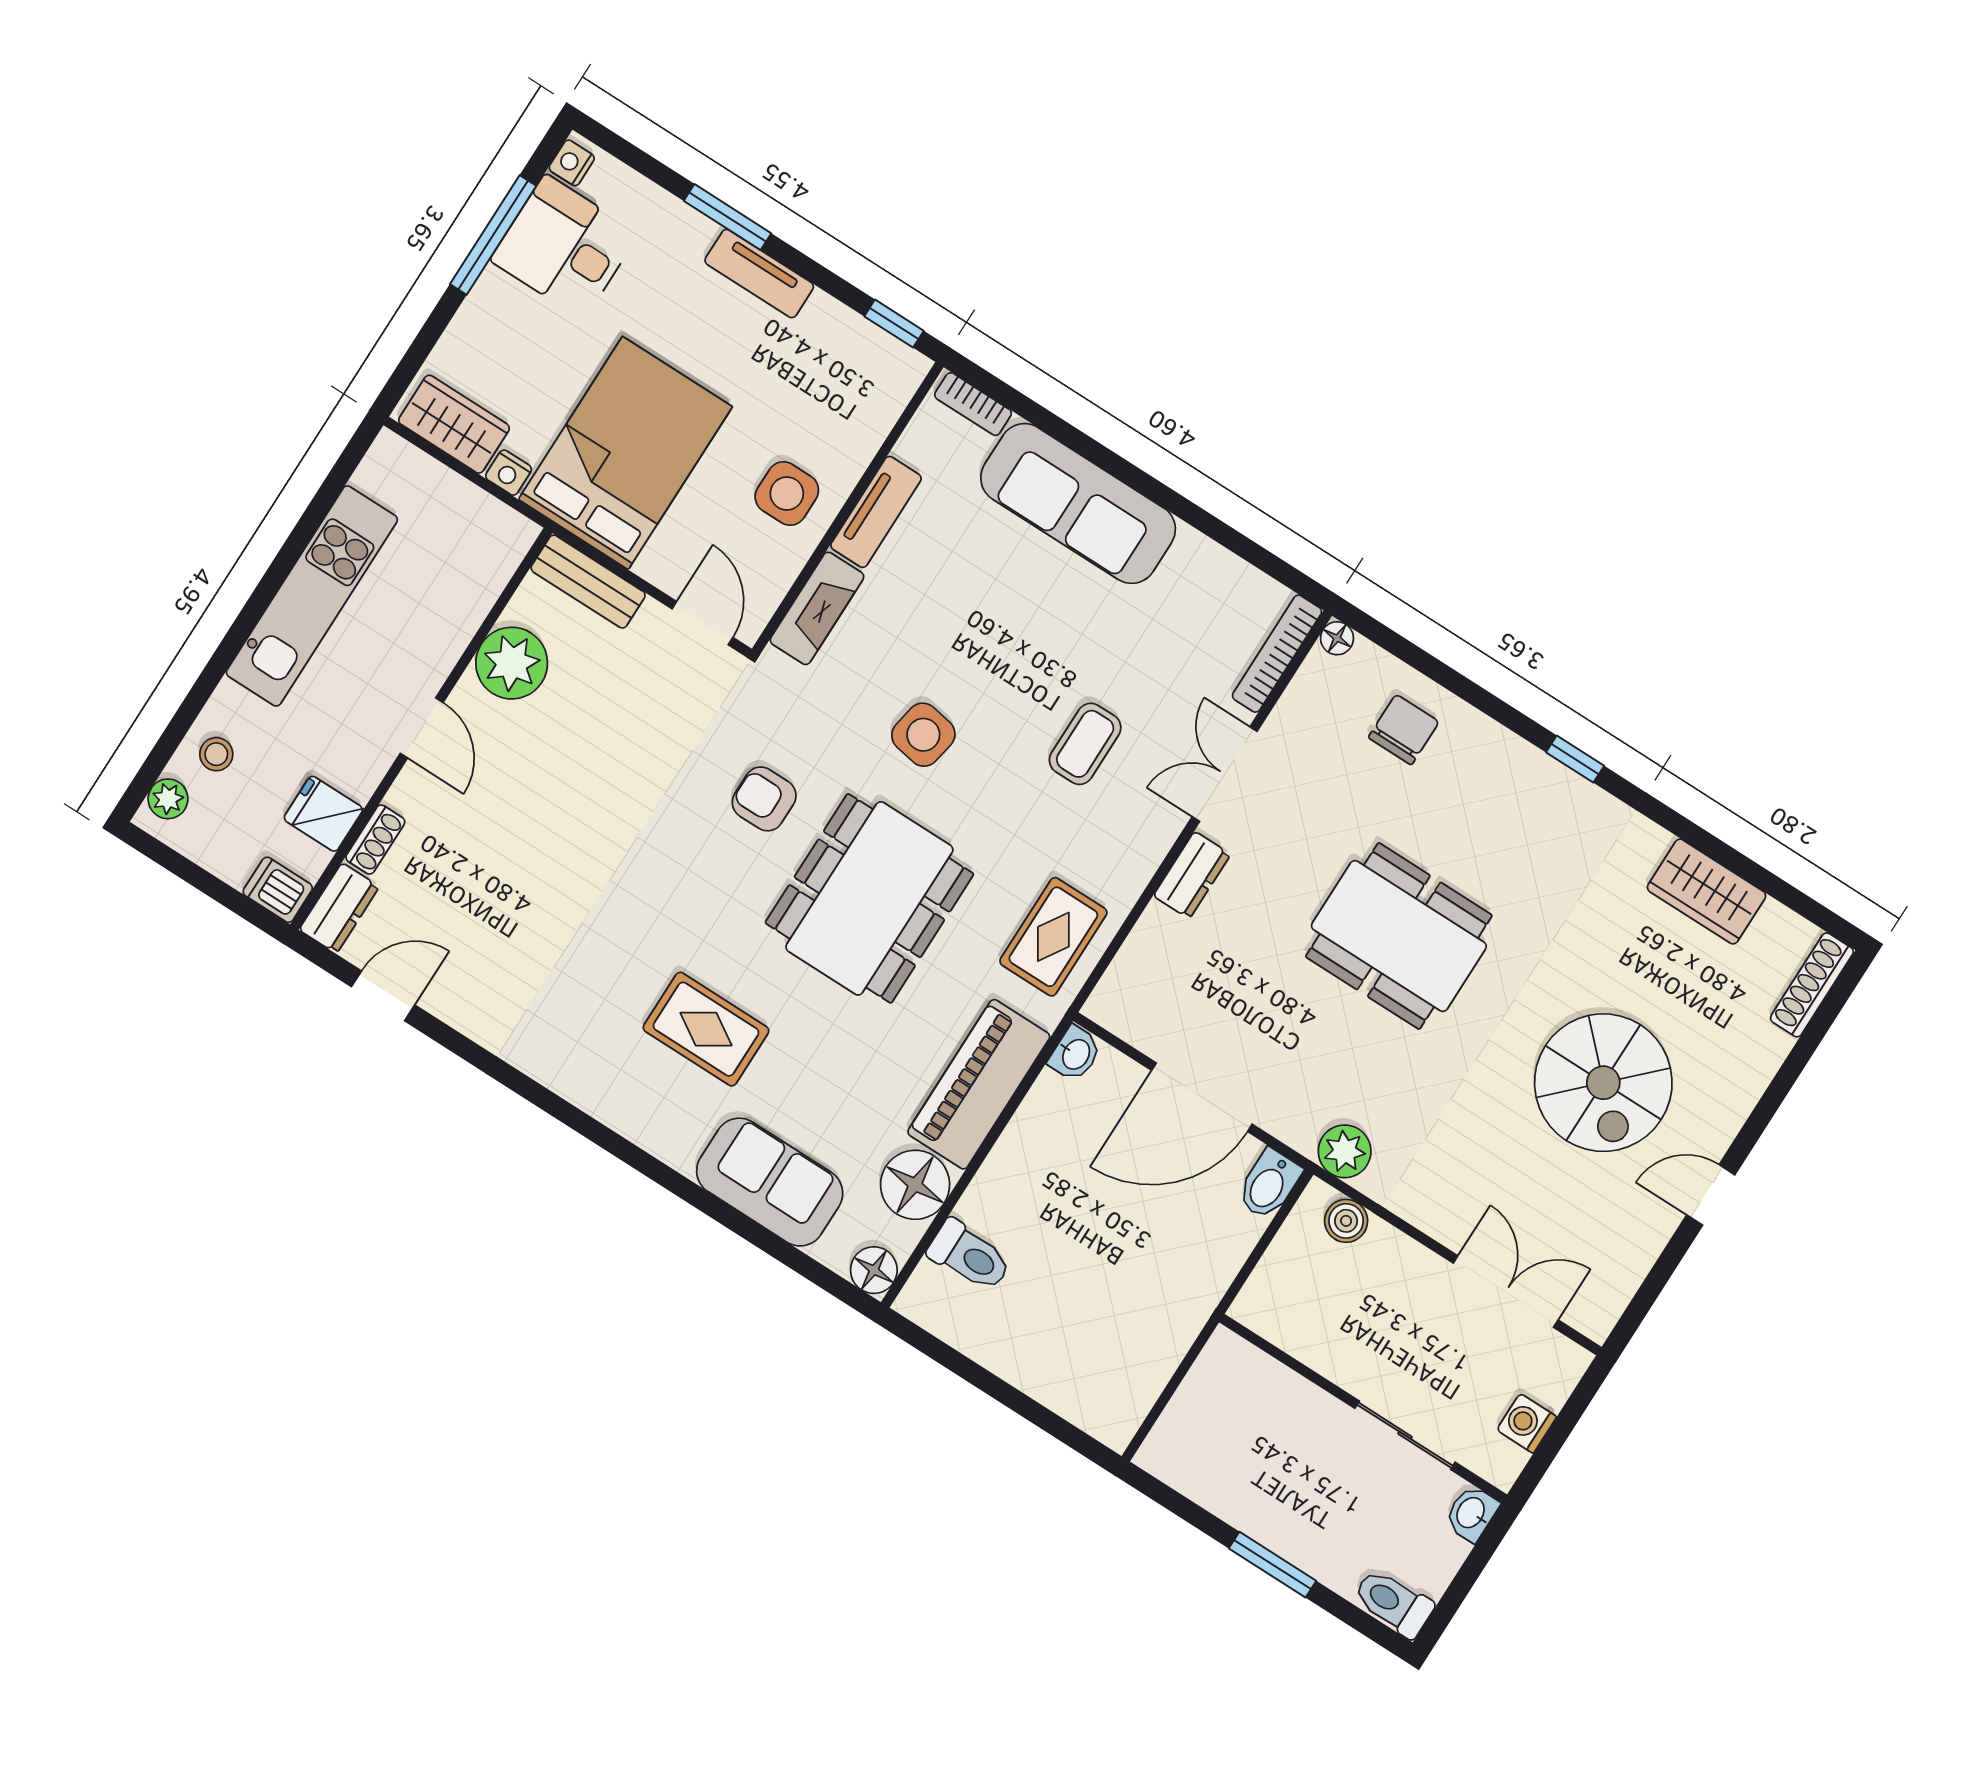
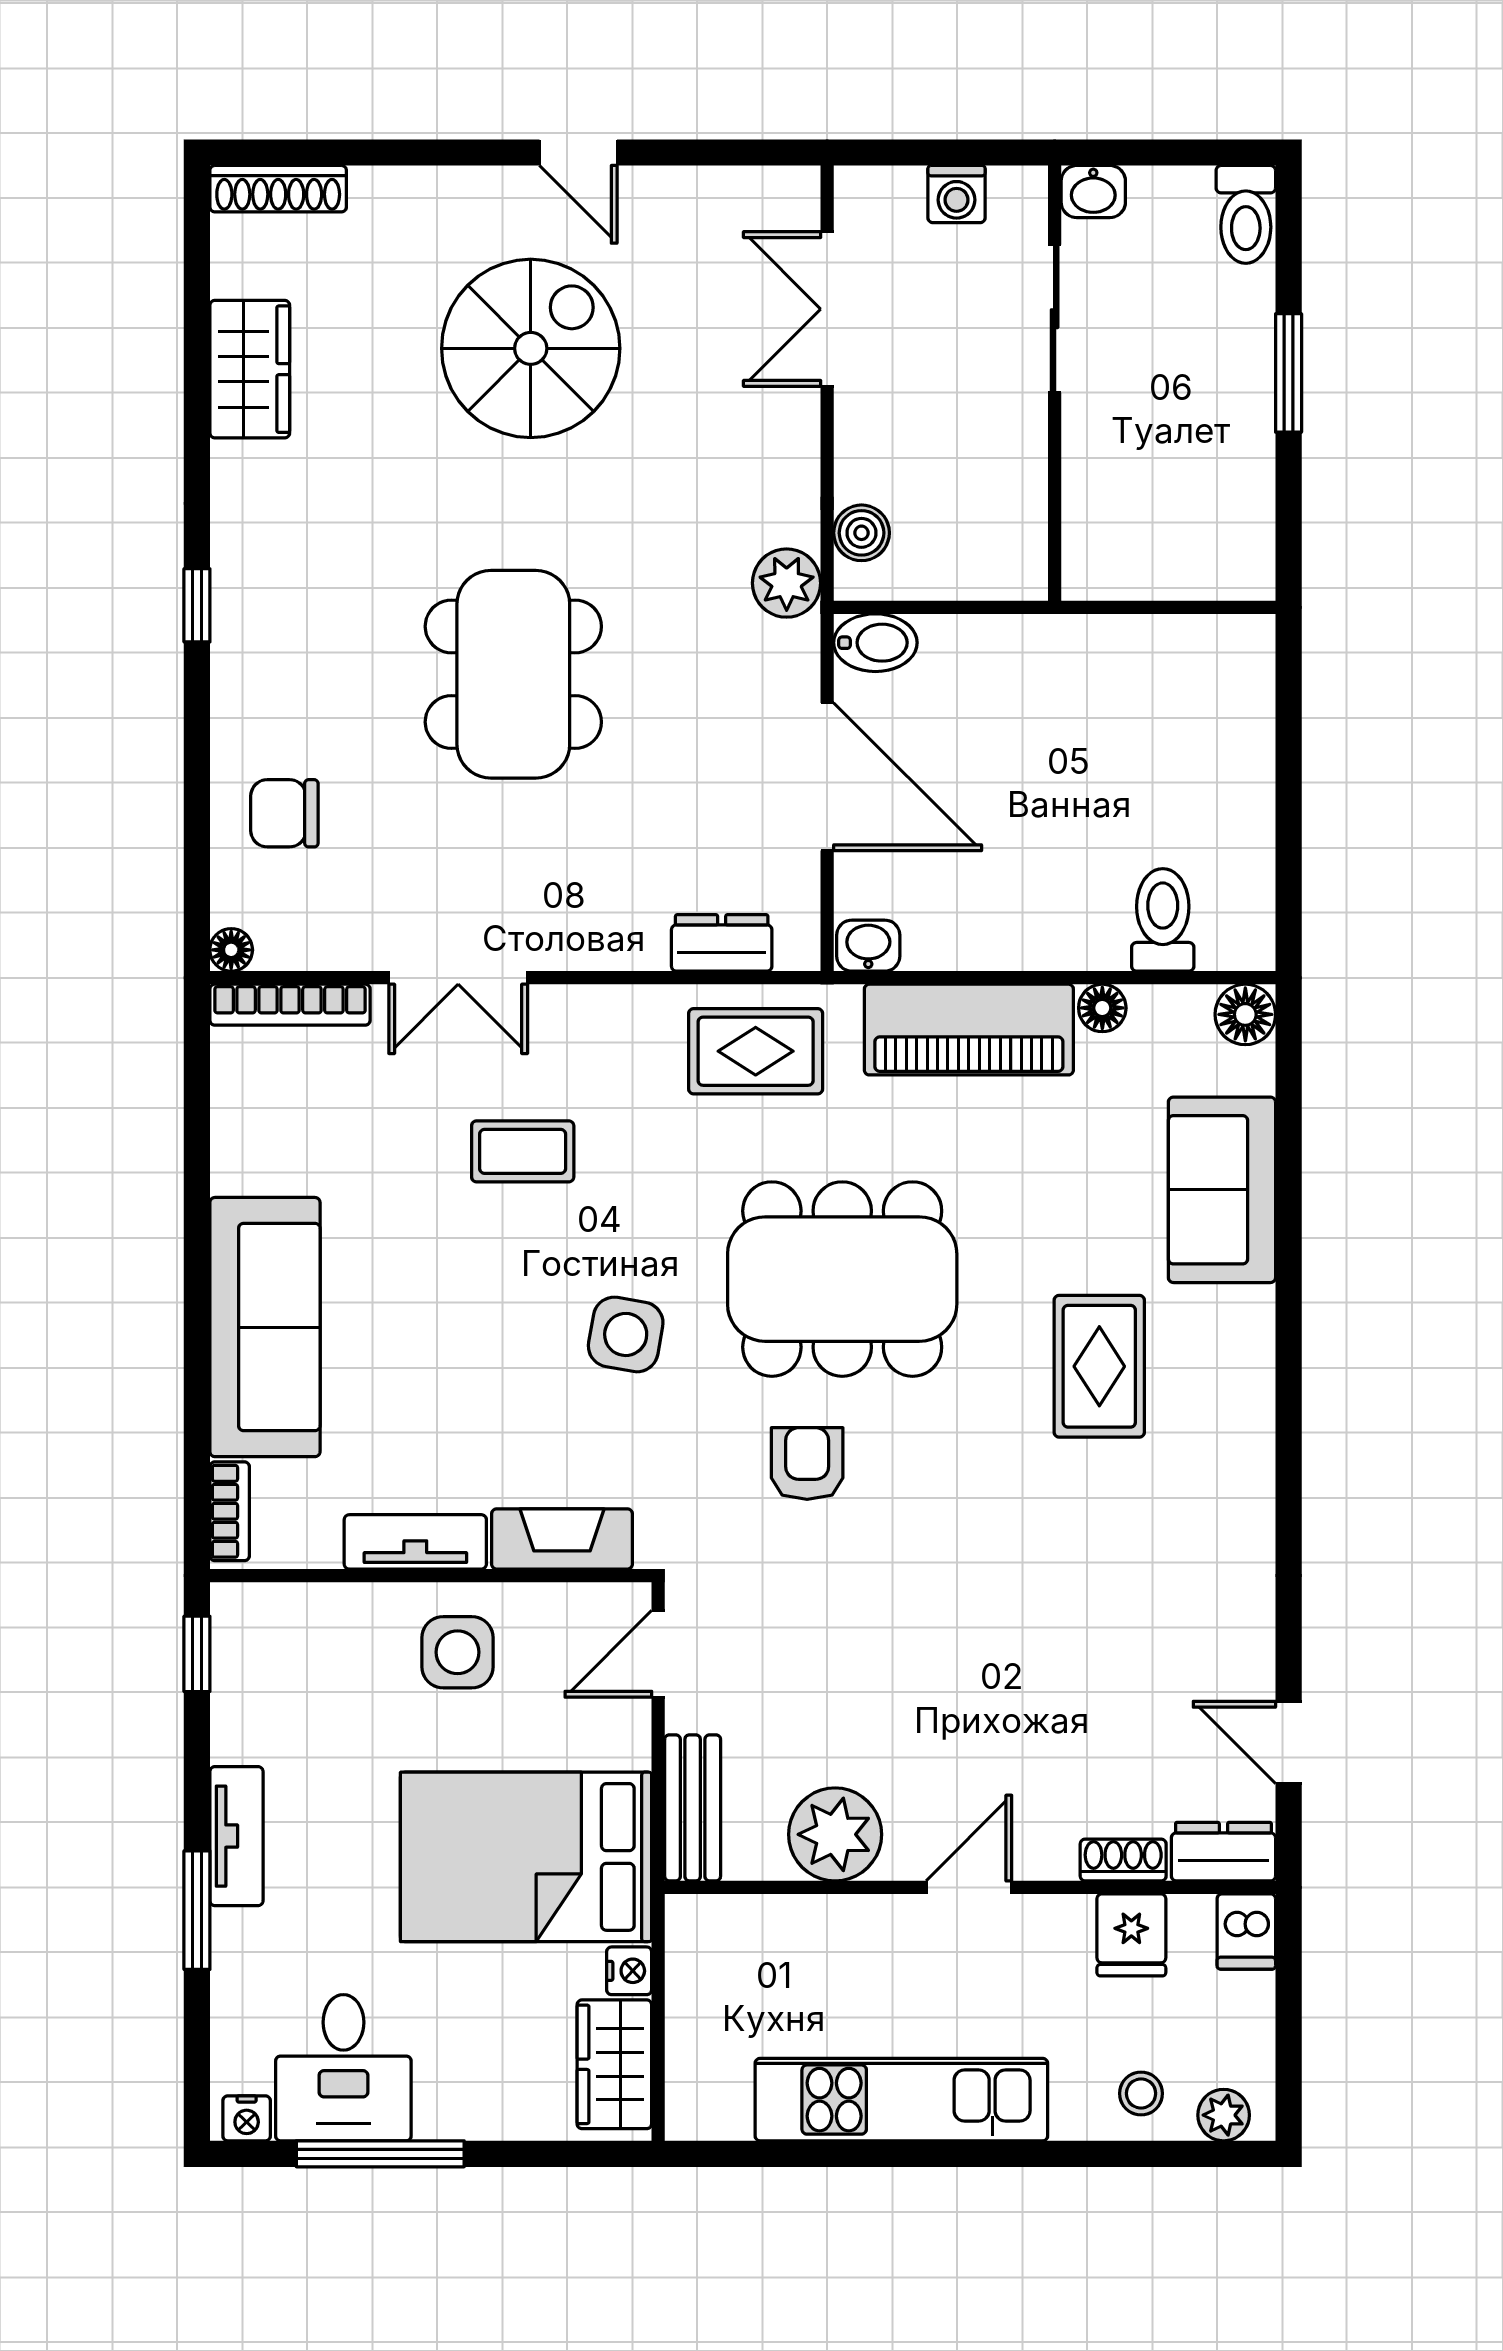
armchair: (764, 799) -> (807, 1464), turned 180
dresser: (1192, 875) -> (722, 943), moved
floor lamp: (915, 1185) -> (1102, 1008), width x0.53, depth x0.53

